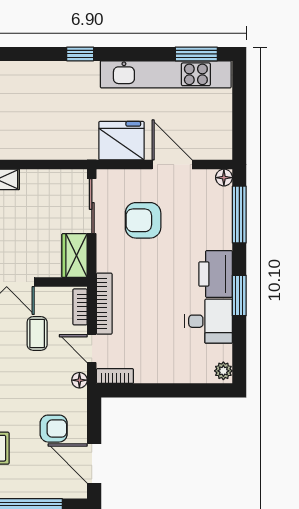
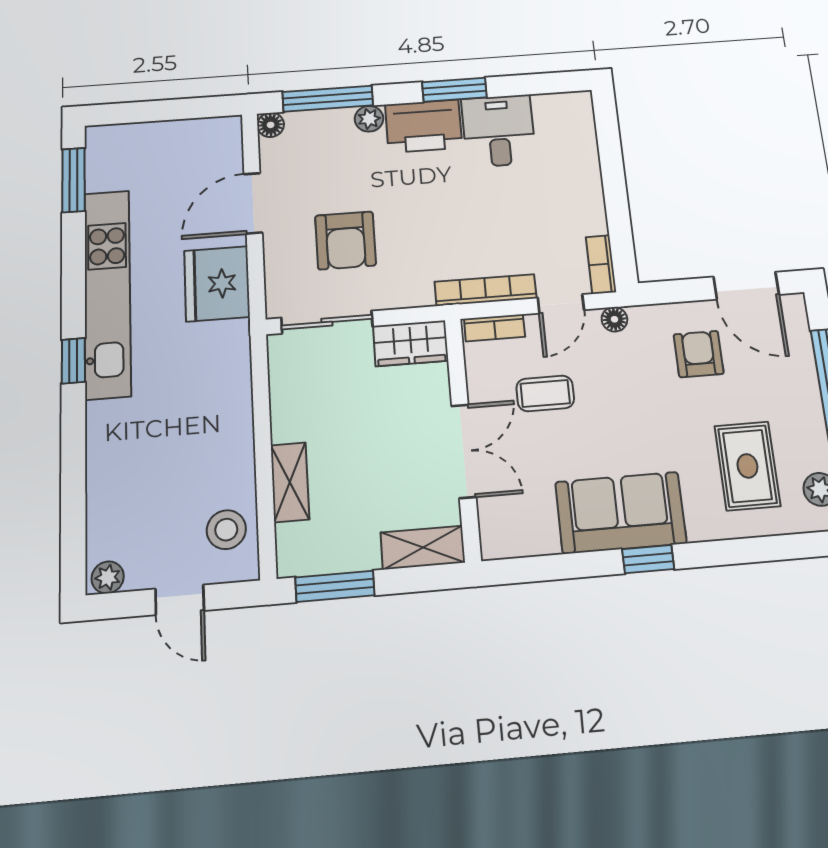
kitchen unit: (166, 74) -> (107, 293), moved
plant: (223, 371) -> (369, 119), moved
door: (94, 464) -> (746, 286), hinge flipped

